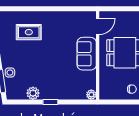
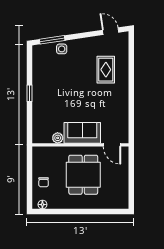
plant: (33, 93) -> (39, 74), removed
plant: (91, 95) -> (58, 138), moved

